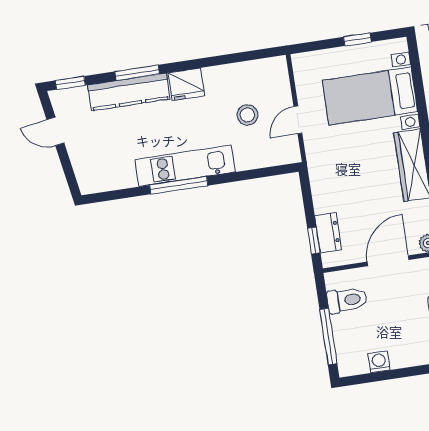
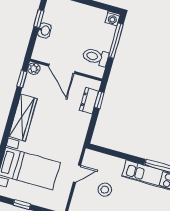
door: (388, 261) -> (62, 69), hinge flipped
washing machine: (379, 362) -> (113, 18), moved

